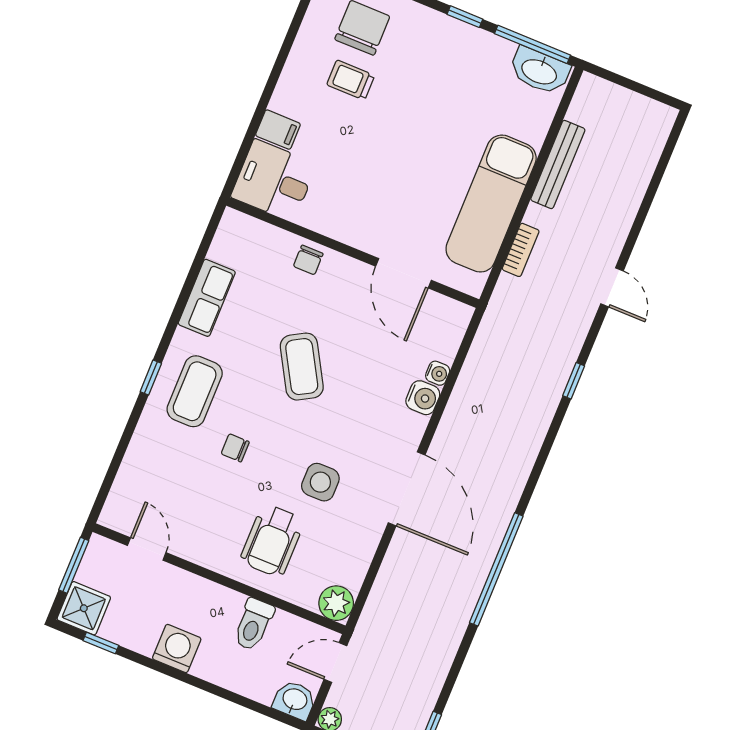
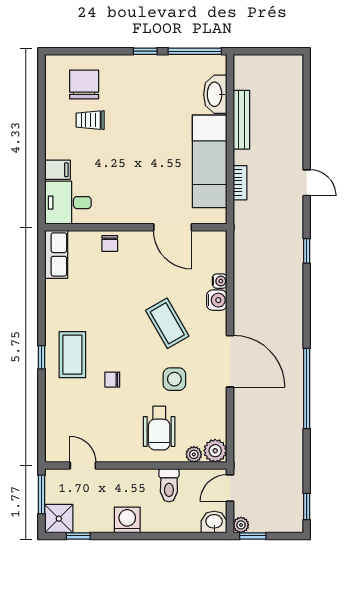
washbasin: (539, 71) -> (215, 94), moved, turned 90
row of seats: (207, 298) -> (56, 254), moved
coffee table: (302, 367) -> (167, 323), moved
plant: (305, 596) -> (194, 454), added

